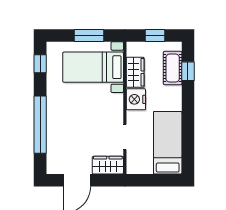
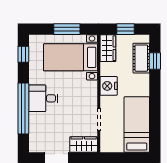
wardrobe: (135, 72) -> (108, 48), moved
desk: (62, 113) -> (43, 98), added

